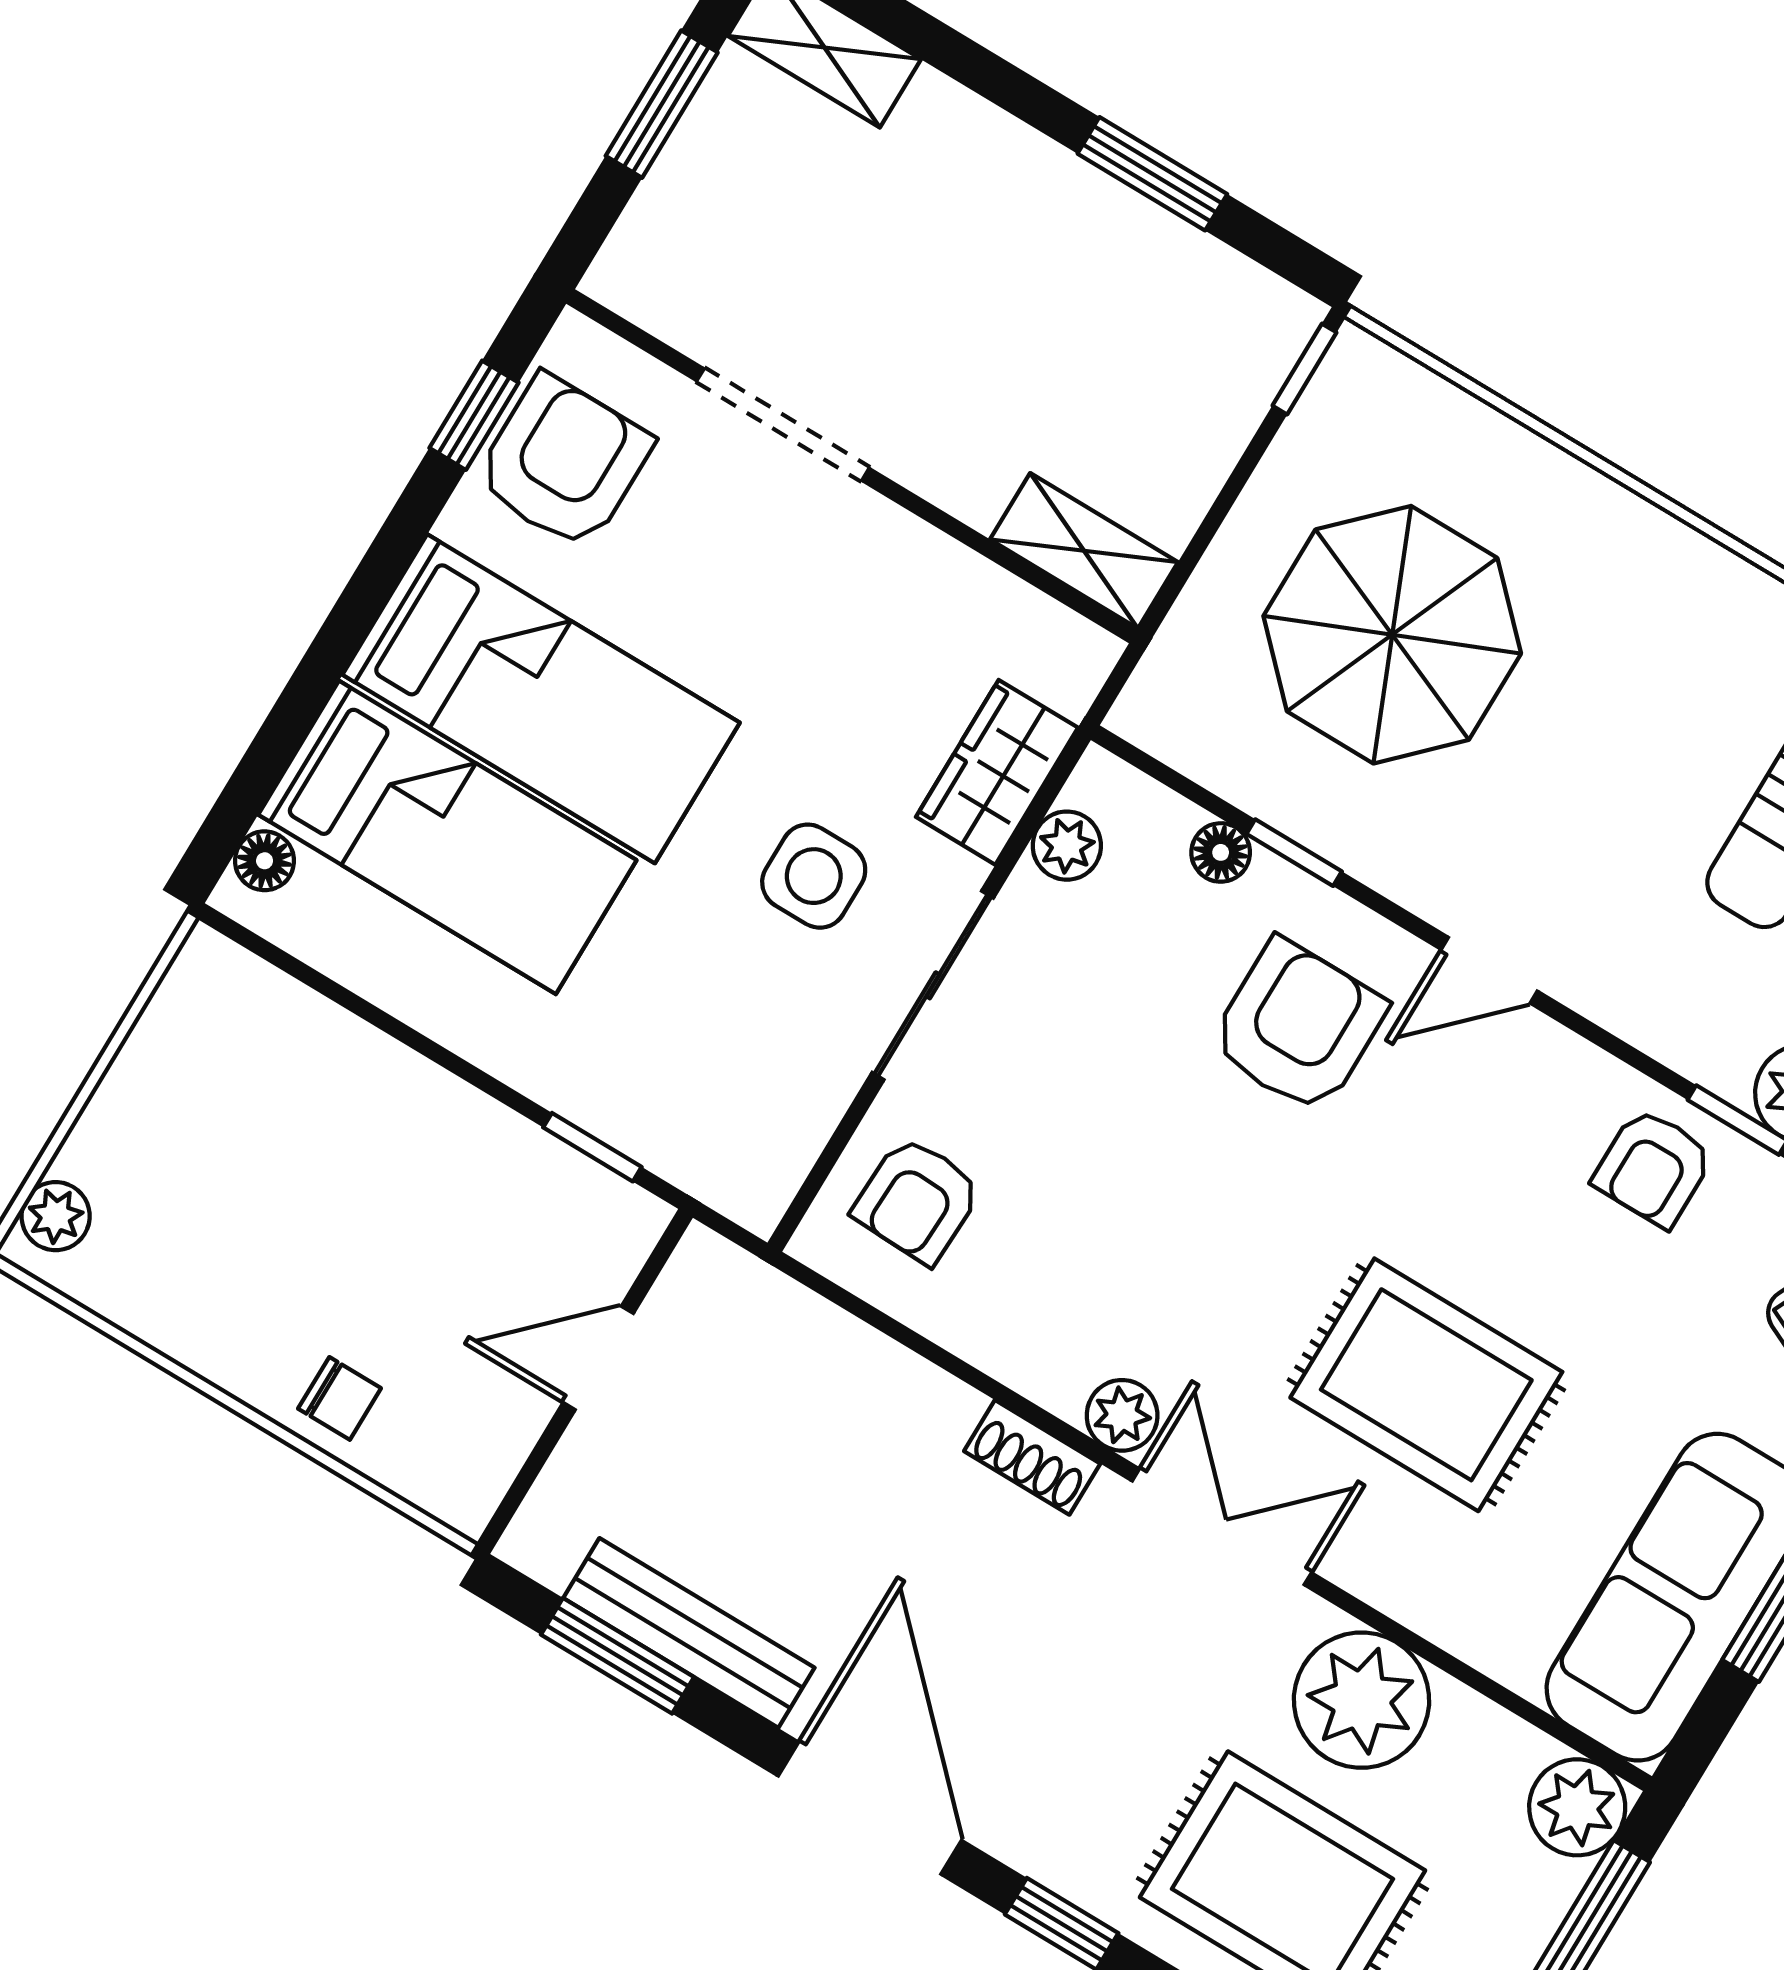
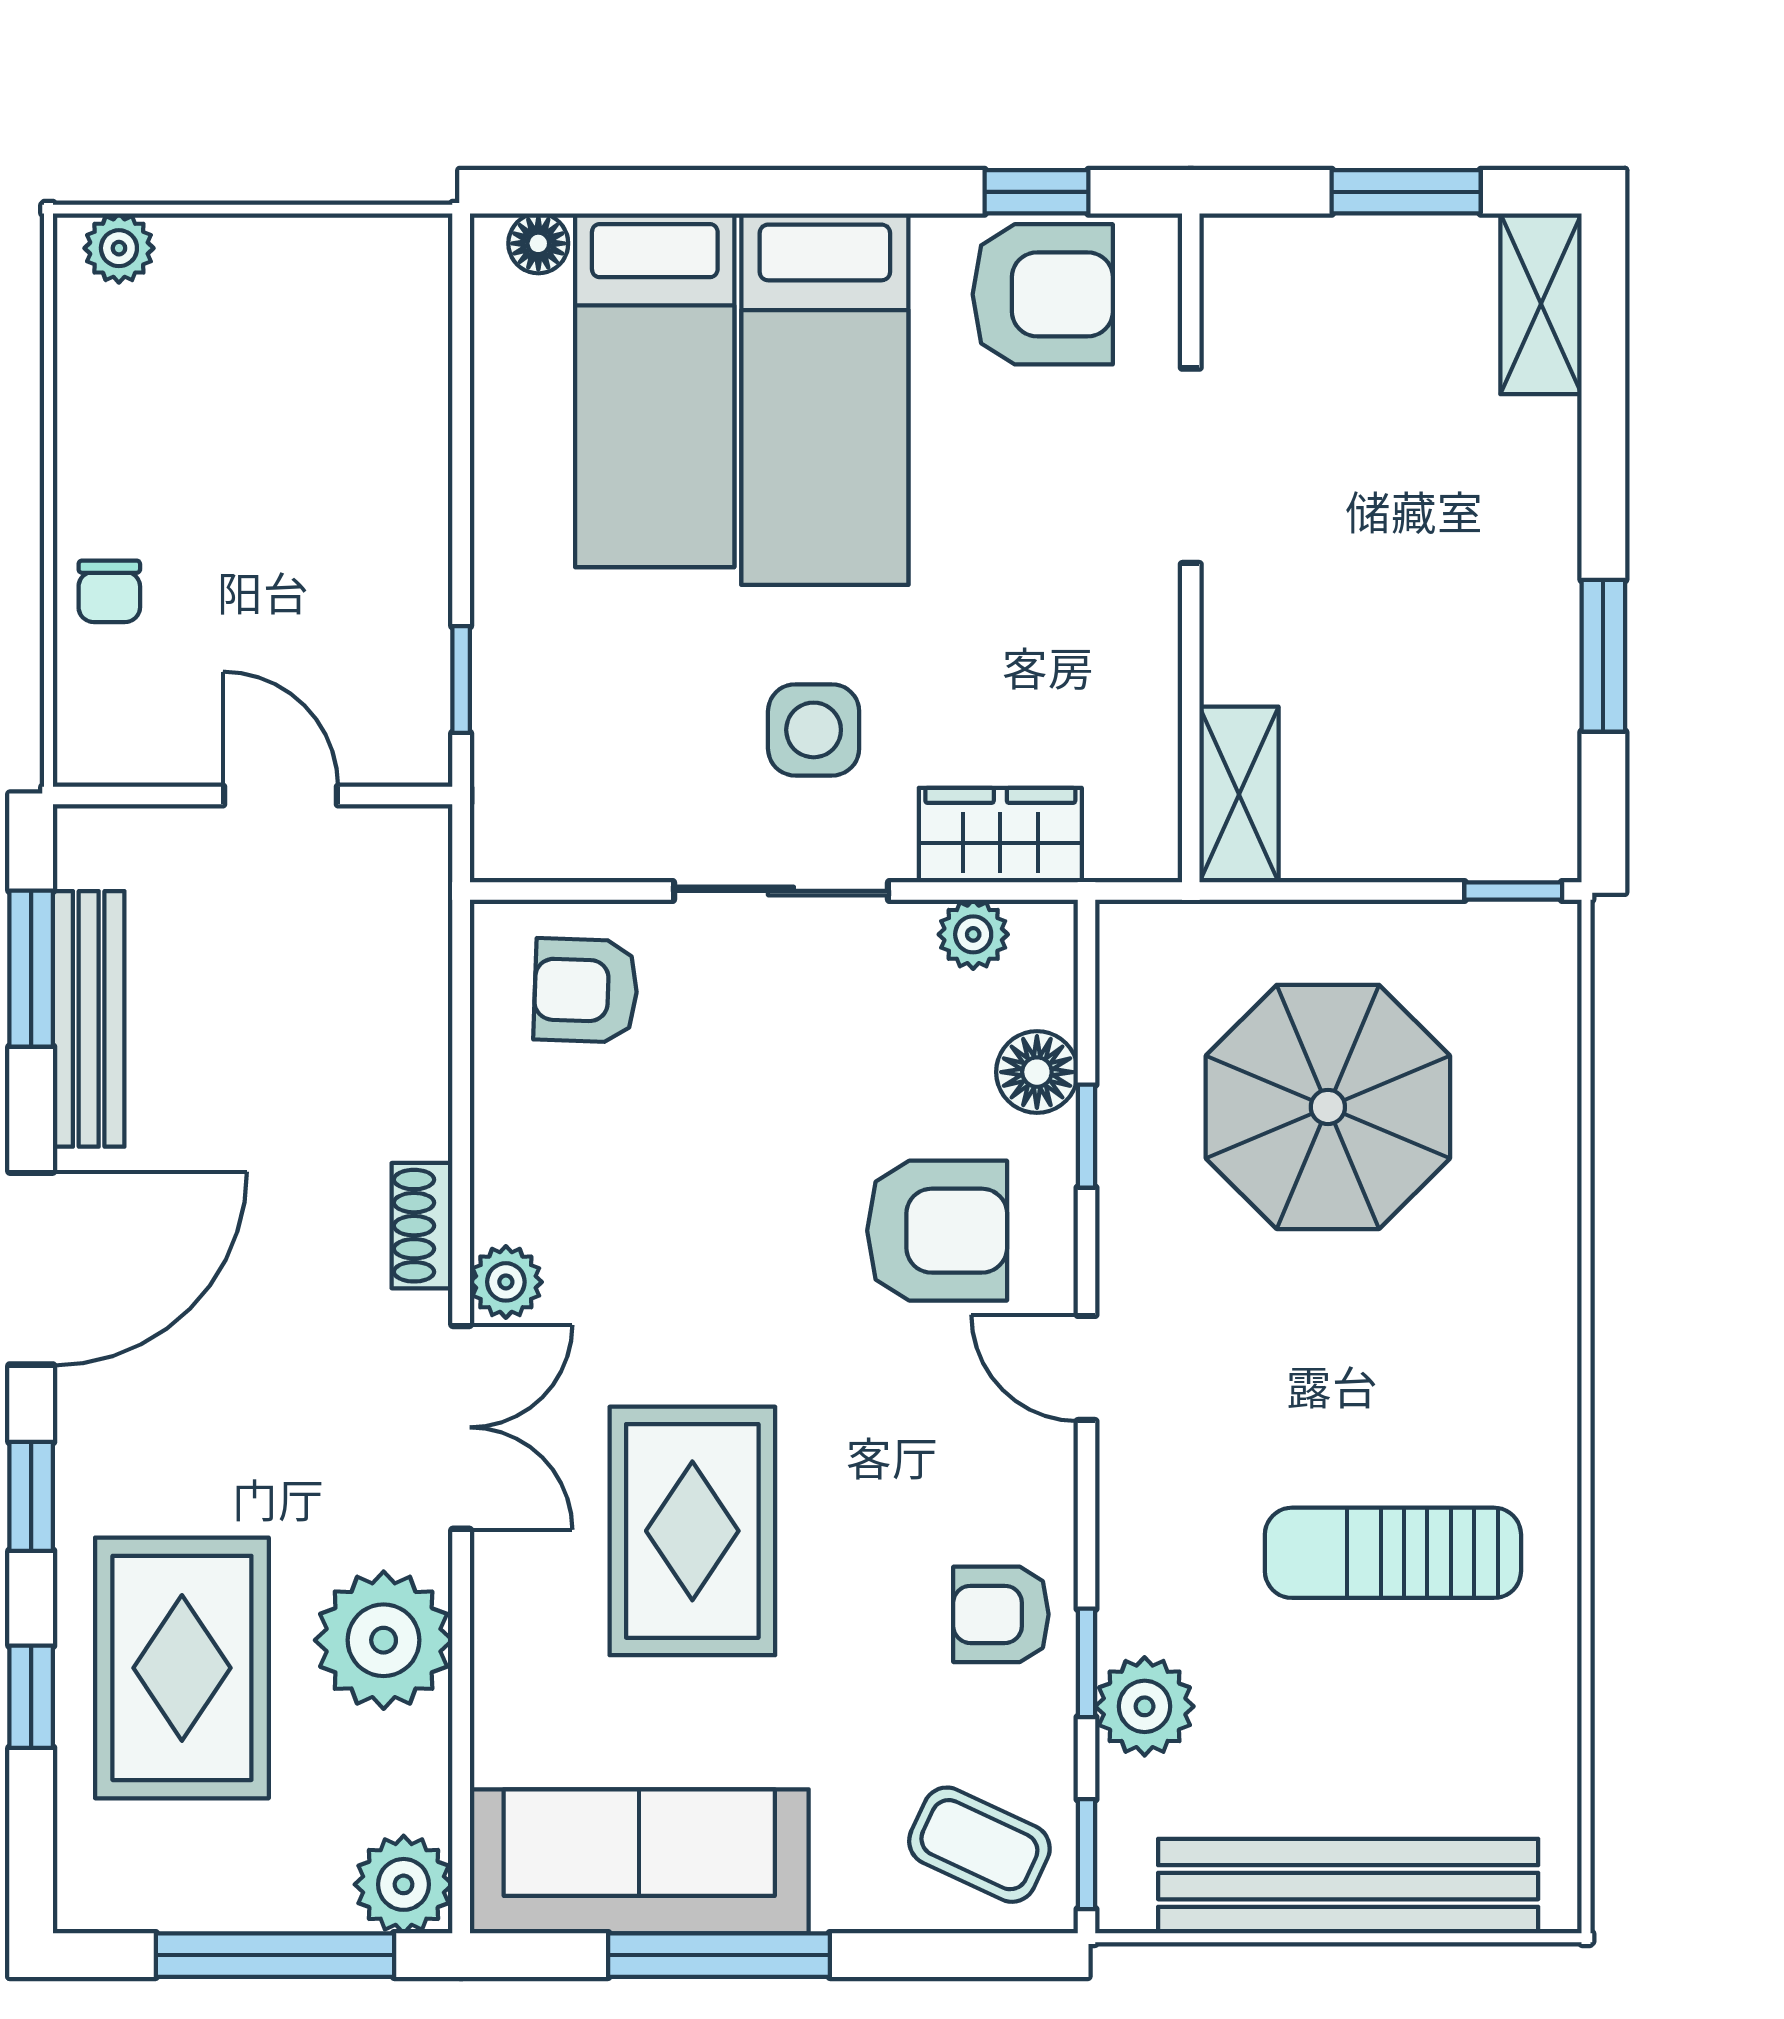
floor lamp: (1221, 852) -> (1037, 1072), width x1.37, depth x1.37

